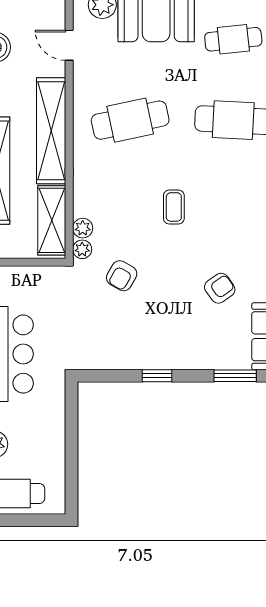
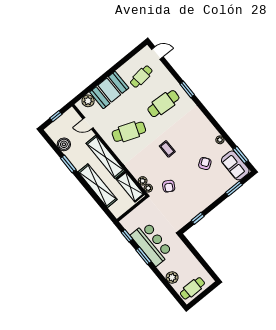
cafe table: (130, 120) -> (129, 132), turned 33
window: (157, 376) -> (198, 218), moved

